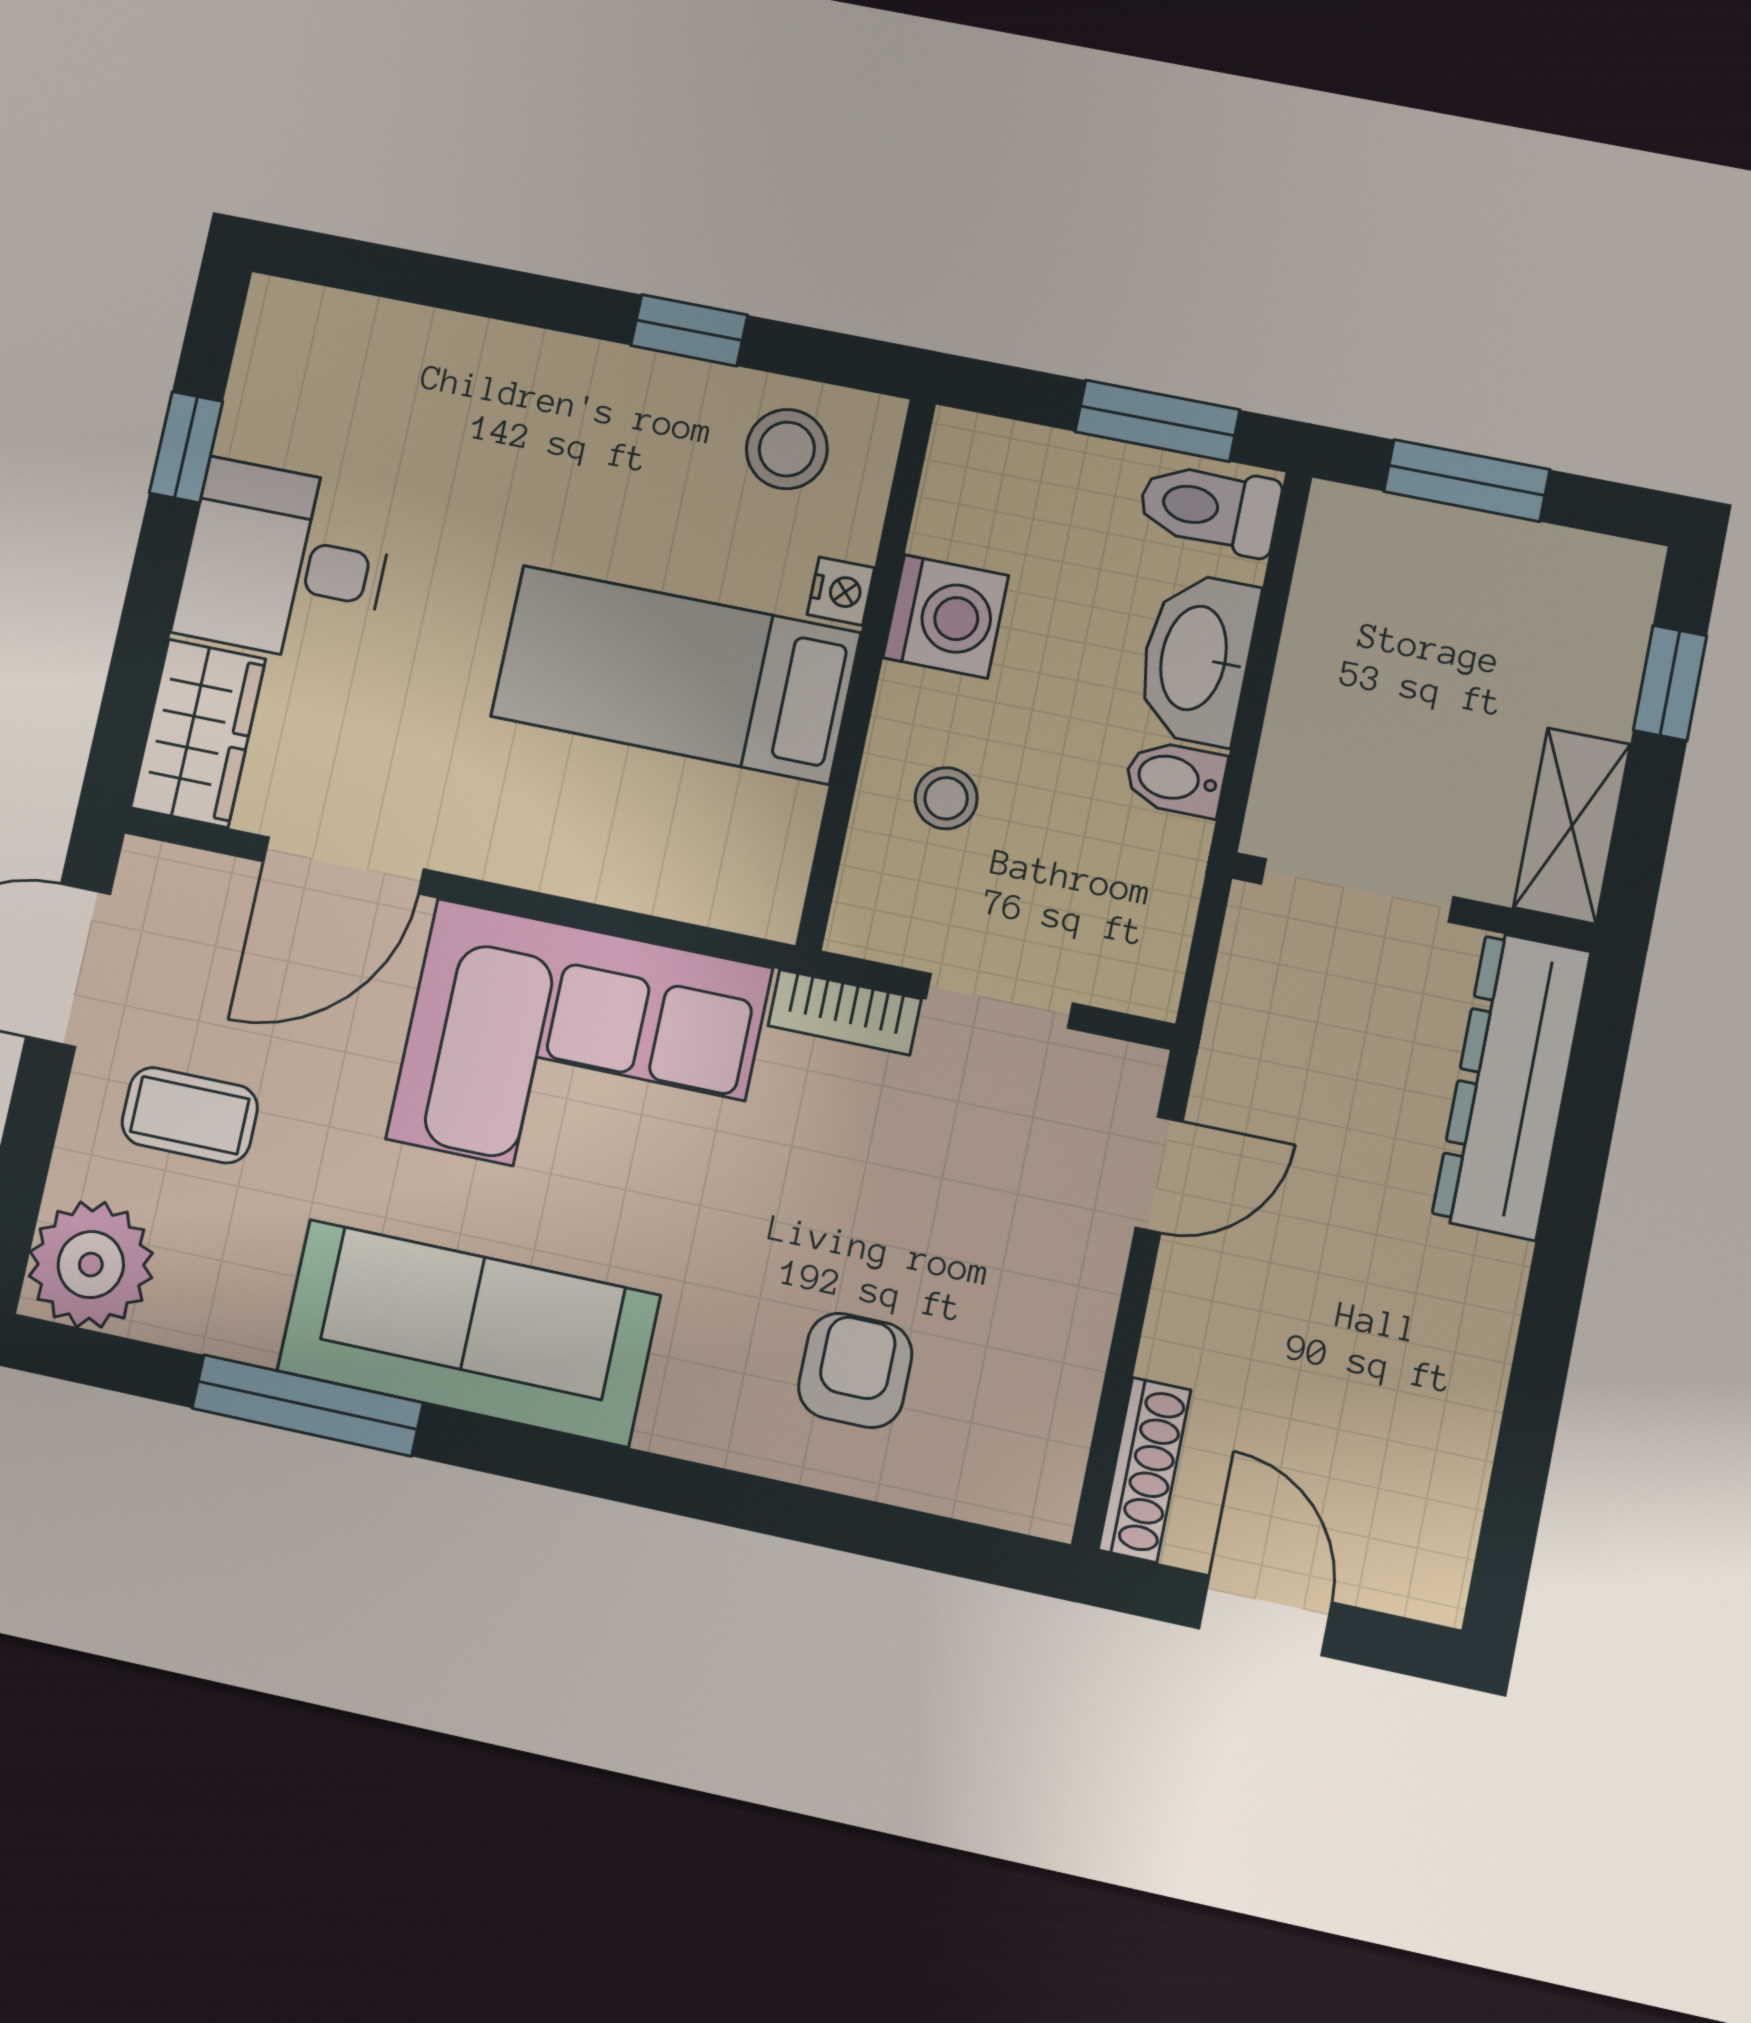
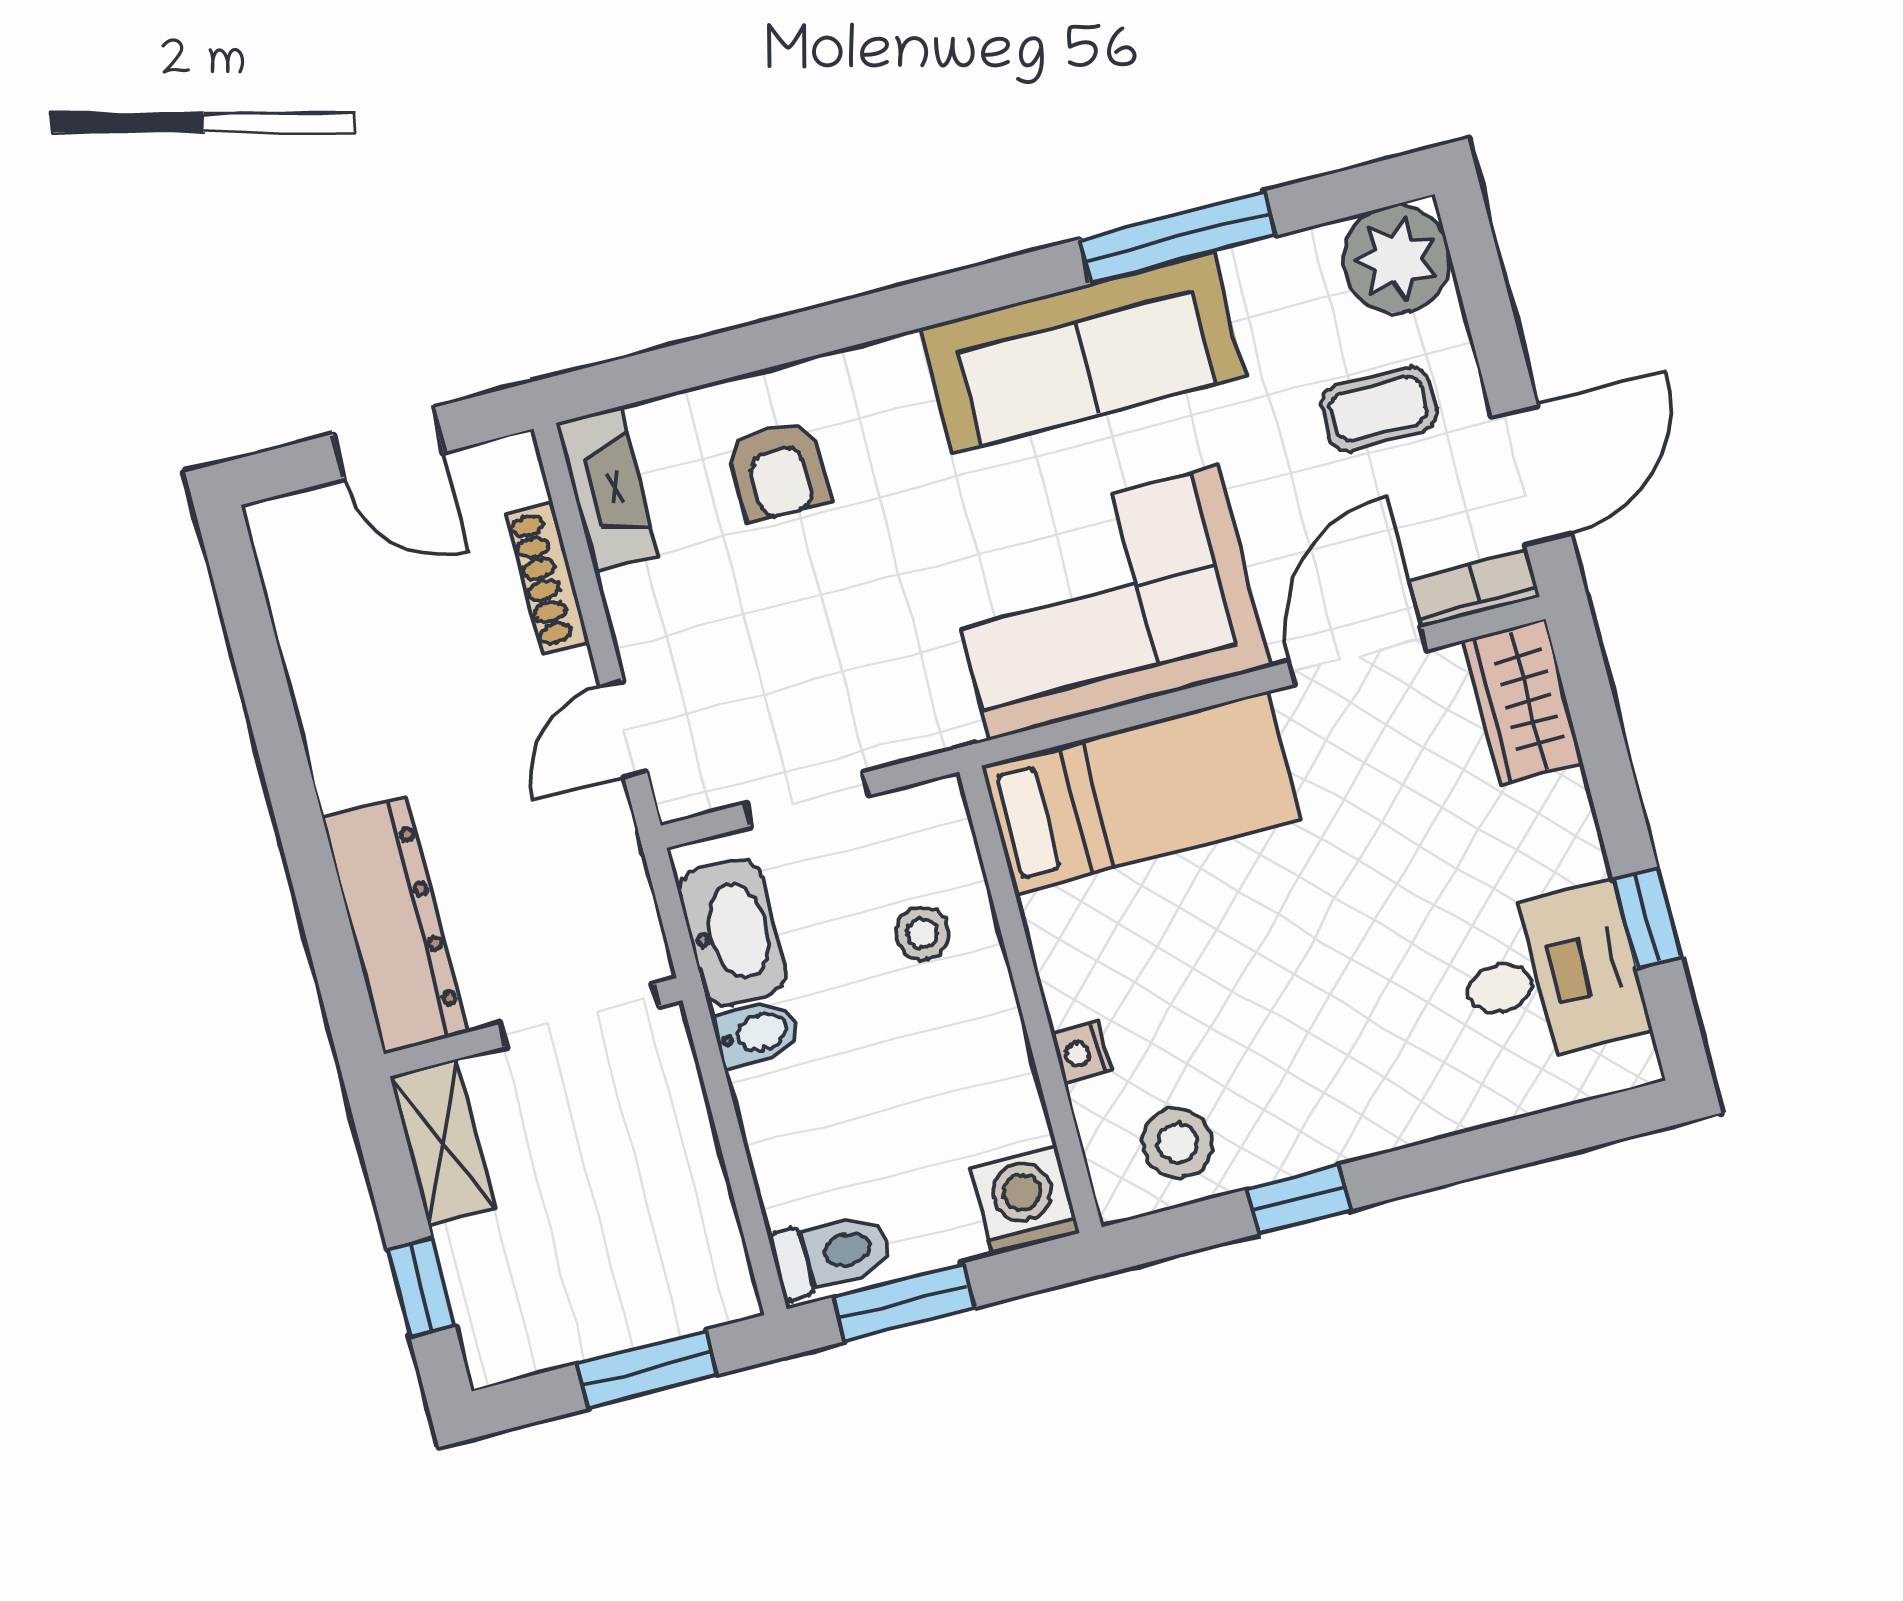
desk: (285, 563) -> (1551, 975), moved
washing machine: (946, 617) -> (1025, 1201), moved, turned 90
washbasin: (1197, 658) -> (733, 932), moved
bed: (676, 675) -> (1141, 793), moved
bookcase: (845, 1012) -> (1475, 589), moved
fireplace: (1051, 1443) -> (607, 489), added
shoe rack: (1145, 1470) -> (547, 578), moved

